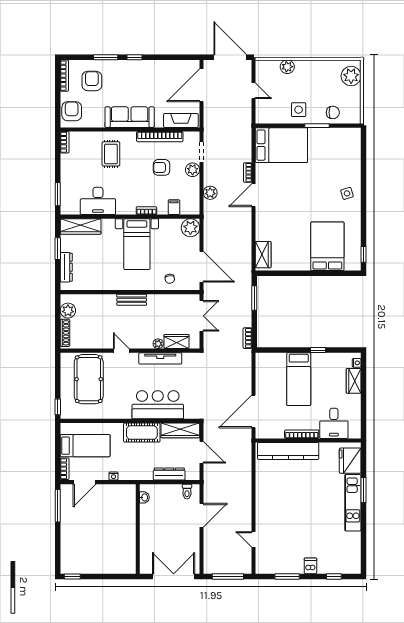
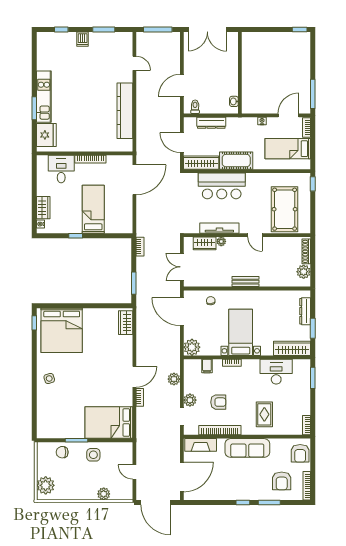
bed: (327, 246) -> (62, 330), width x1.36
kitchen counter: (288, 451) -> (125, 111), moved, turned -90

